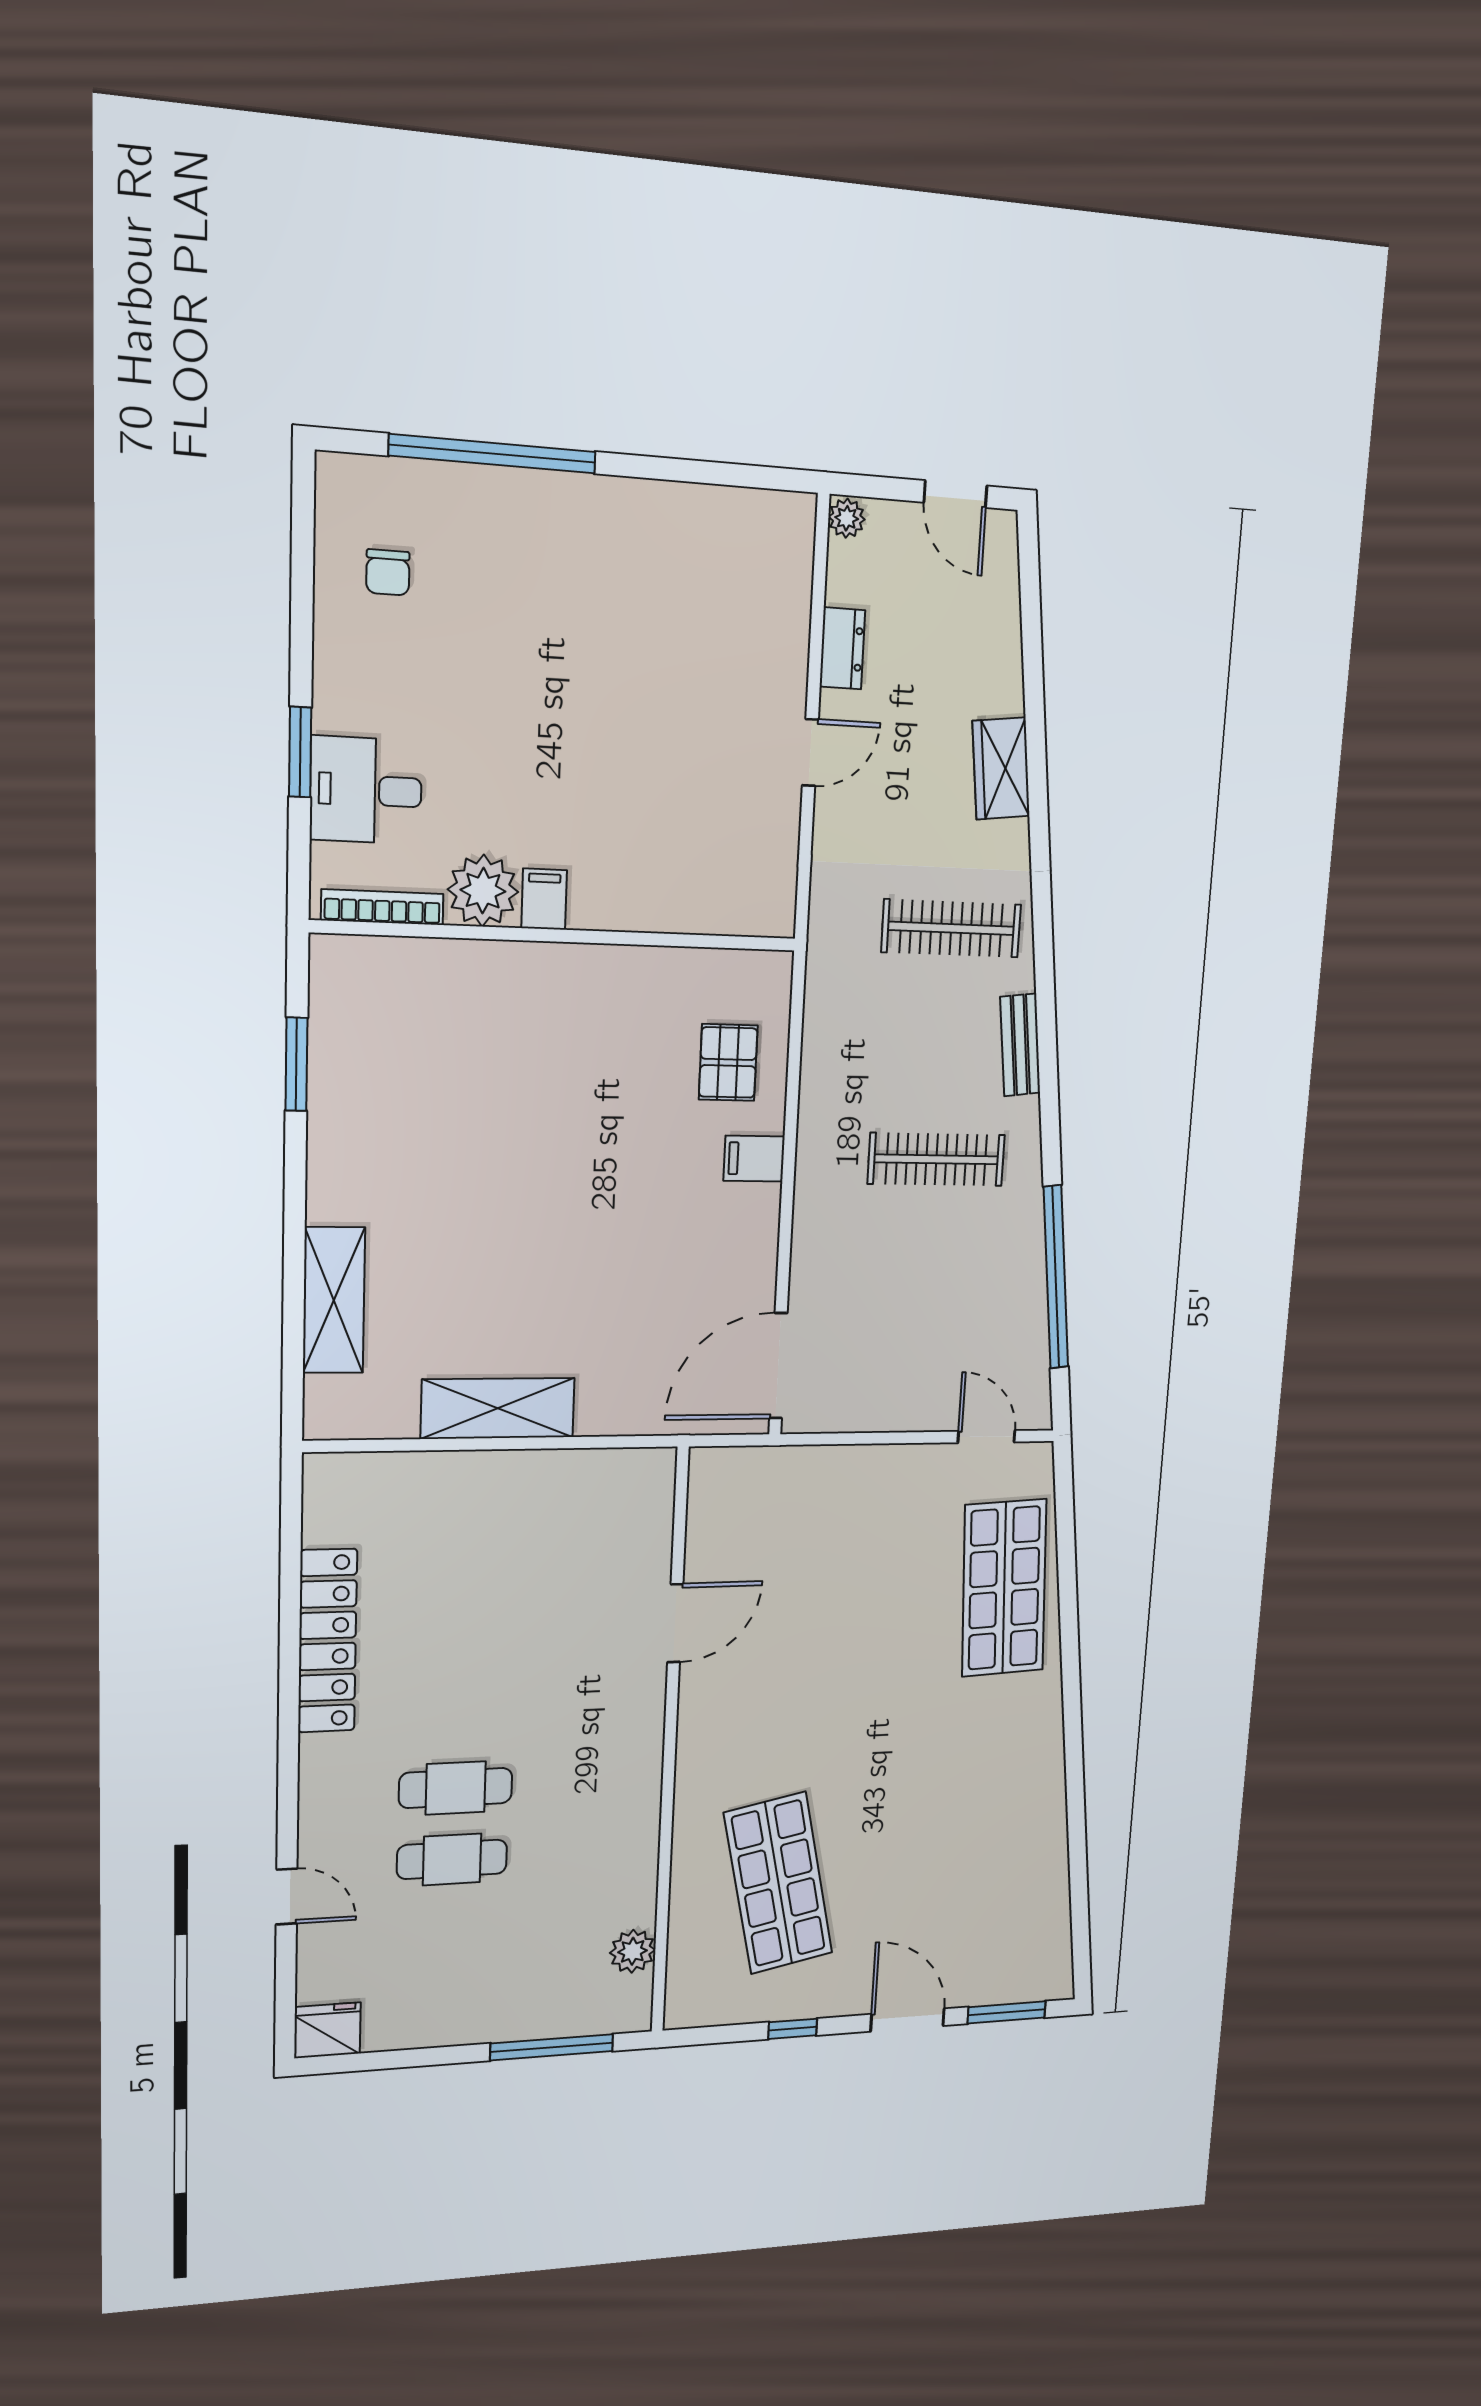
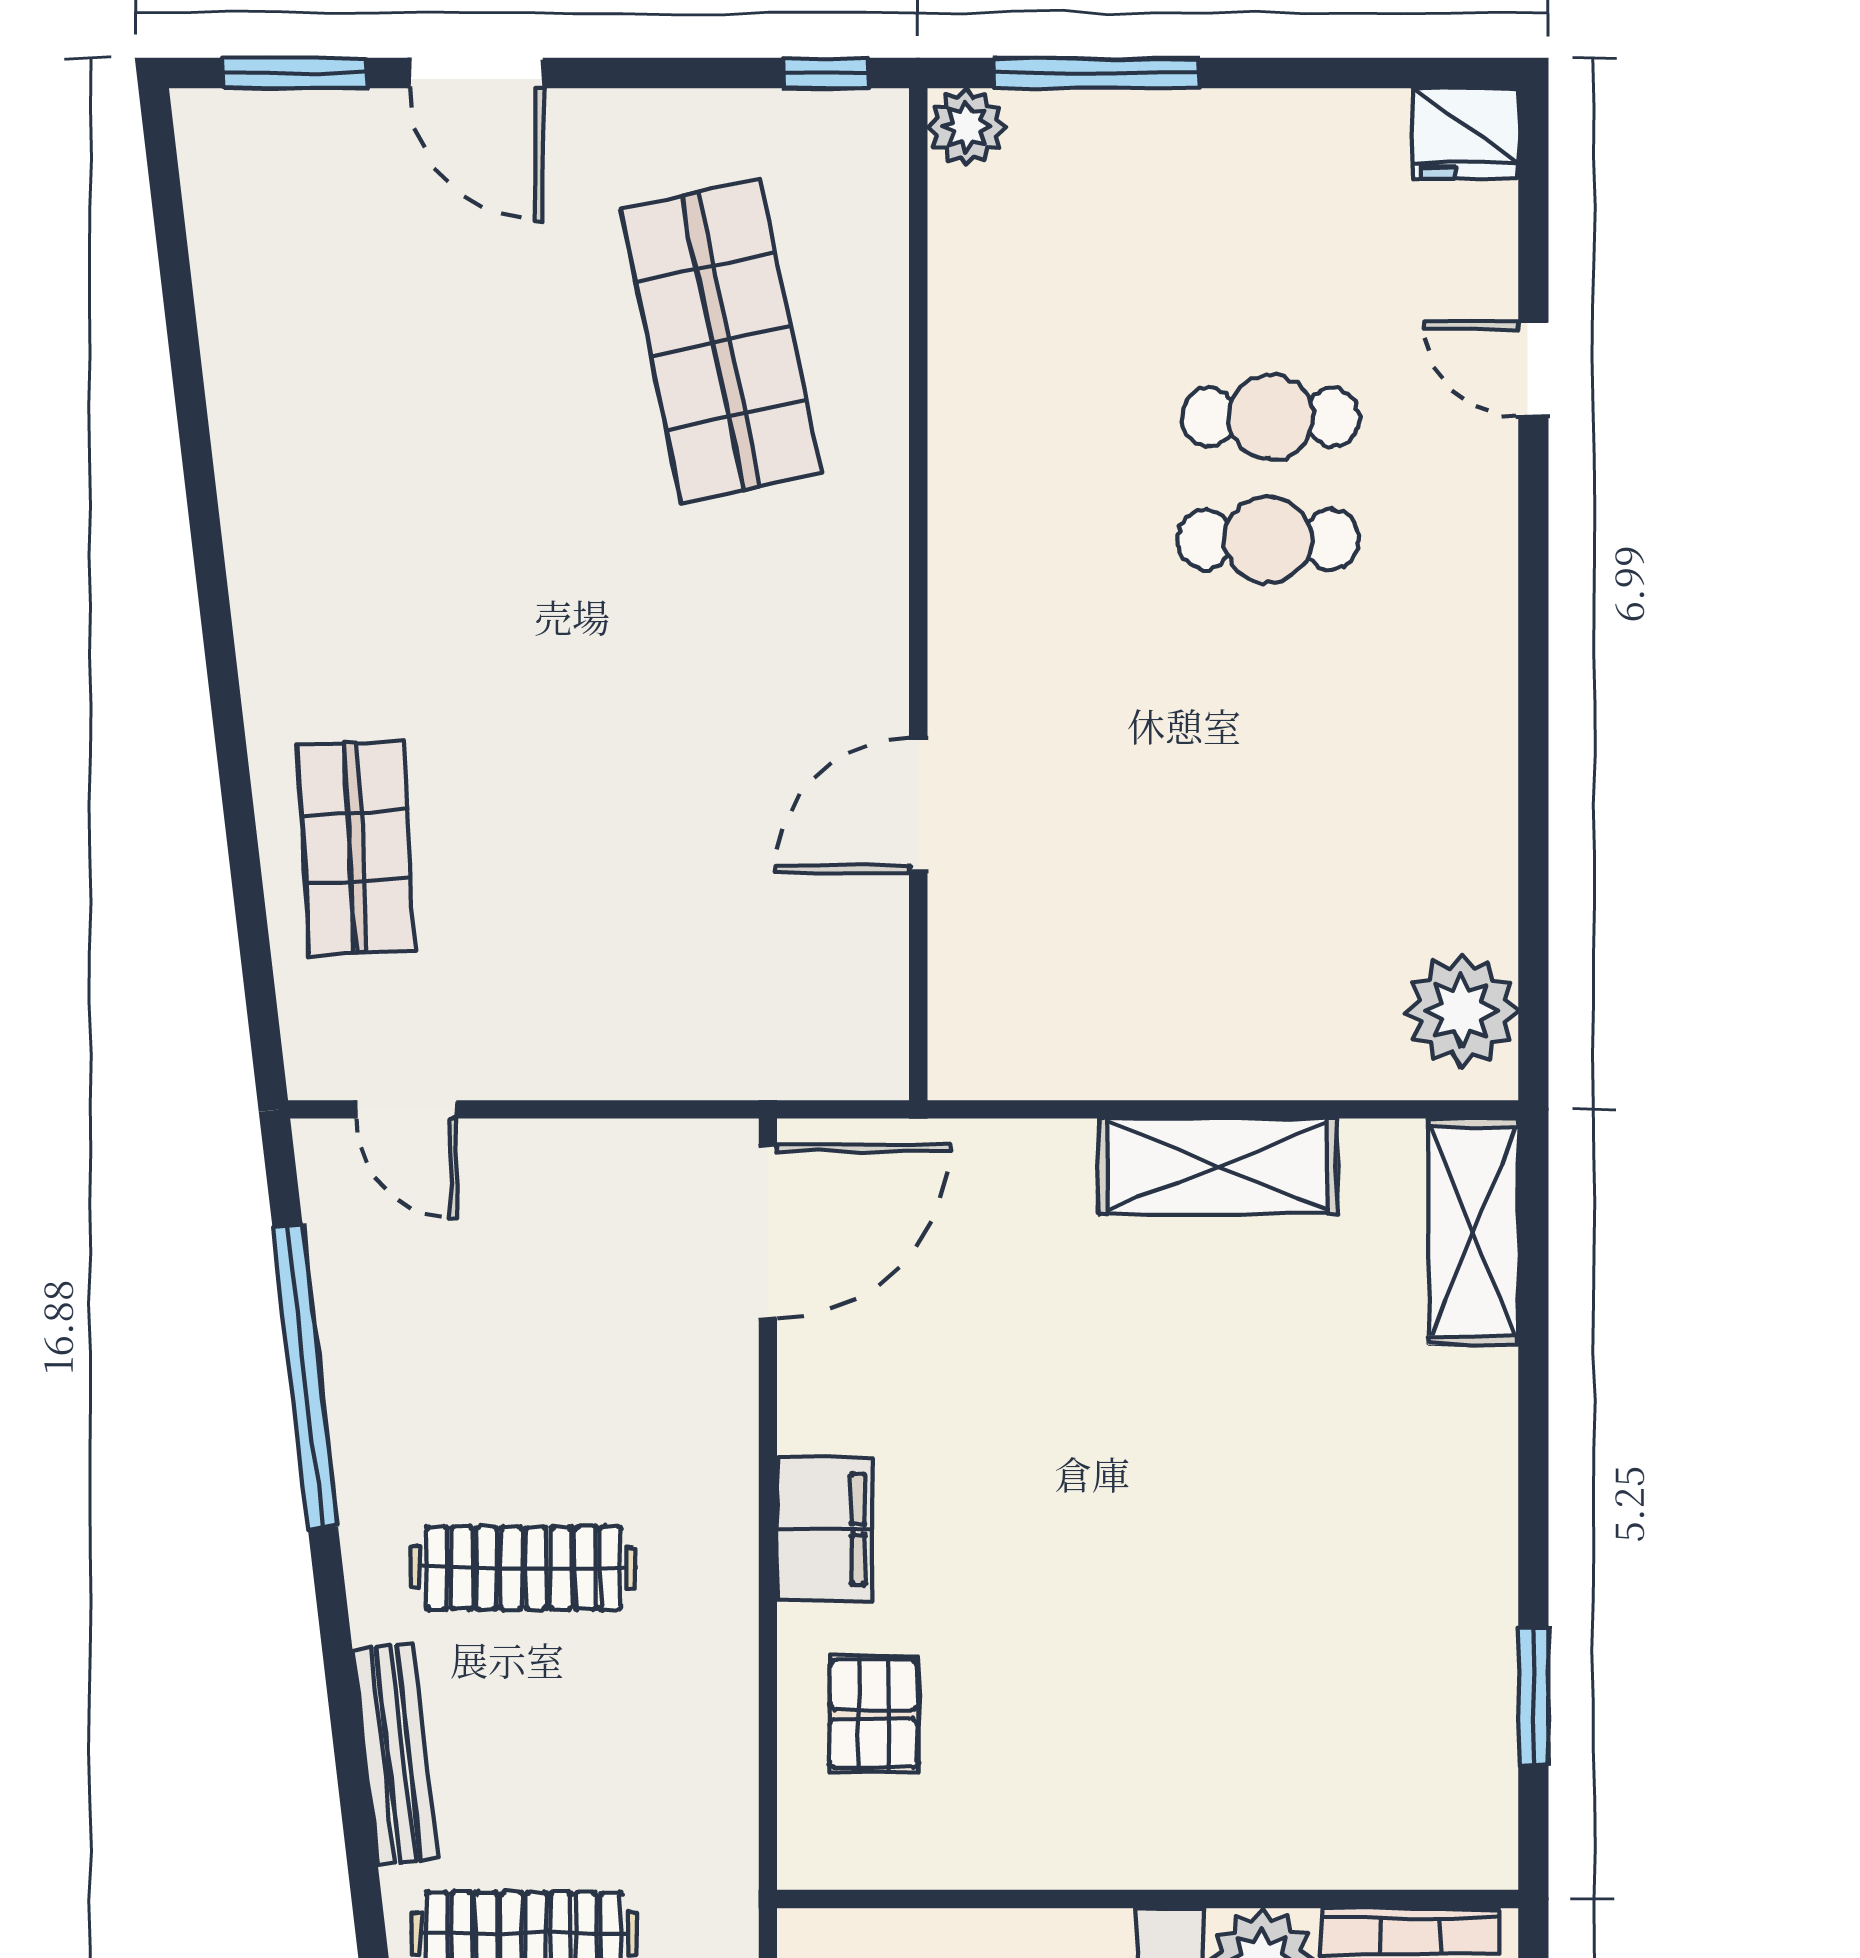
bench: (1020, 1045) -> (395, 1754), width x1.36
filing cabinet: (754, 1159) -> (825, 1529), width x2.00
shelving: (334, 1300) -> (1473, 1231), moved
plant: (338, 1507) -> (1462, 1011), added
shop shelf: (1004, 1588) -> (356, 847), width x0.70, depth x0.74
locker: (328, 1641) -> (1475, 795), removed
plant: (633, 1951) -> (966, 127), moved
window: (793, 2029) -> (825, 73), moved

